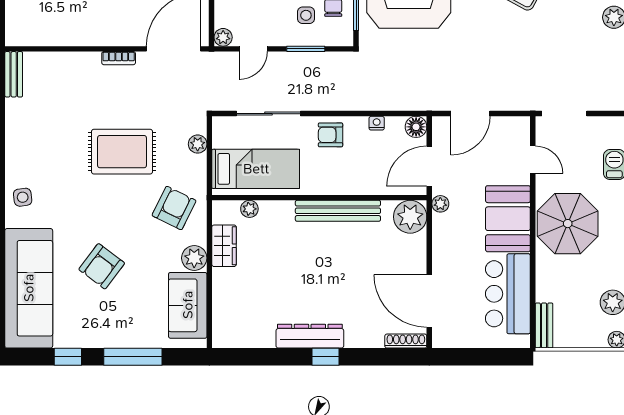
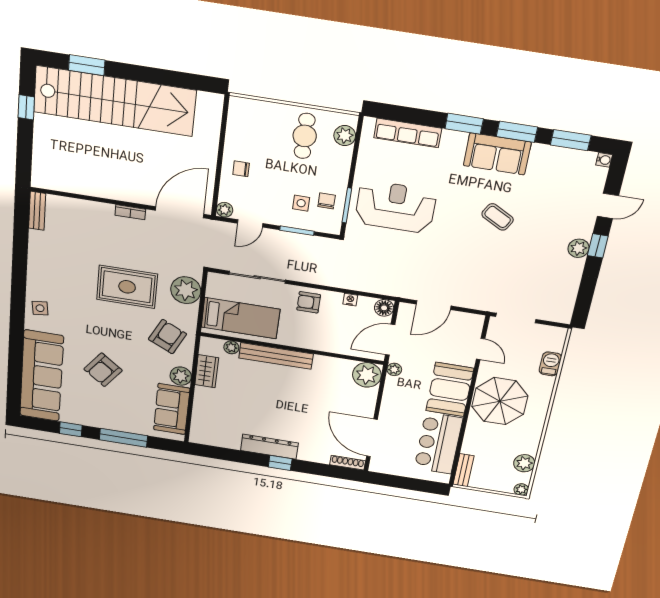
plant: (198, 144) -> (186, 290), width x1.88, depth x1.88
bench: (338, 211) -> (276, 356), moved

